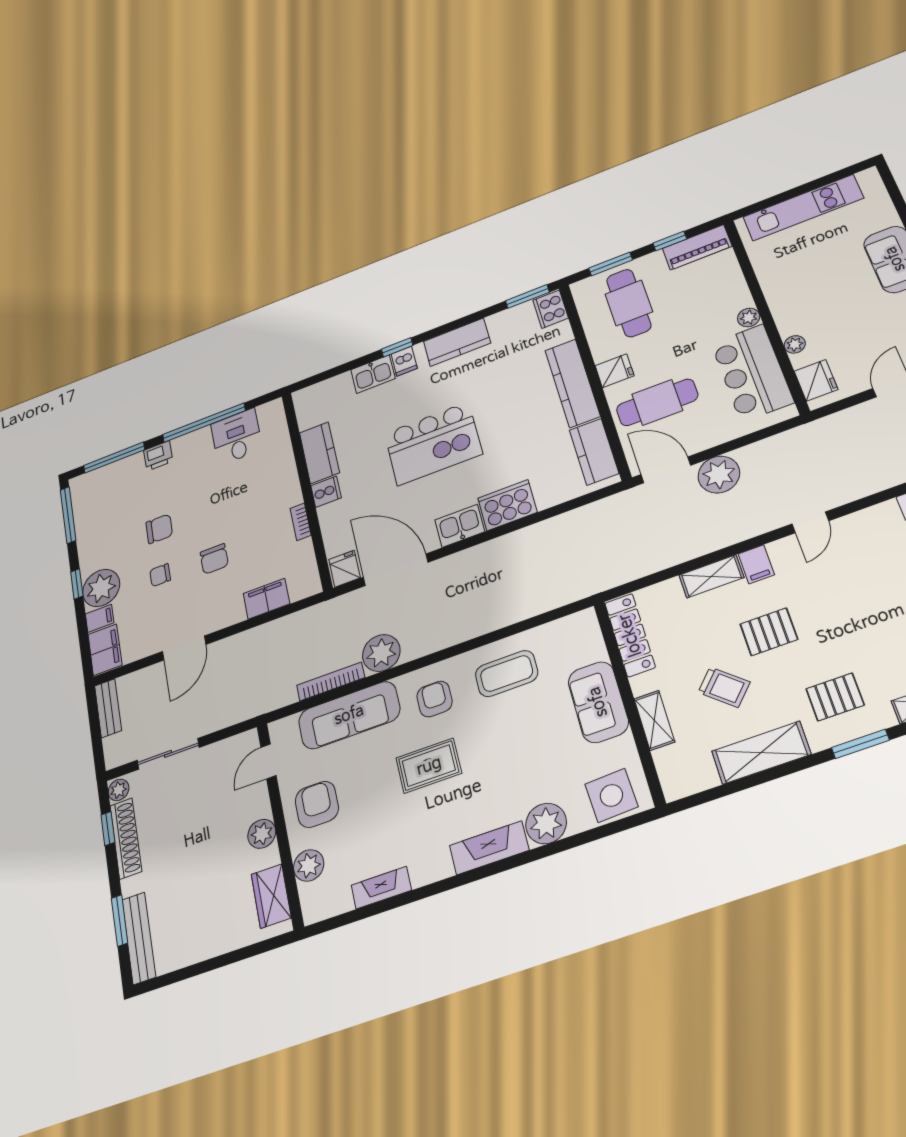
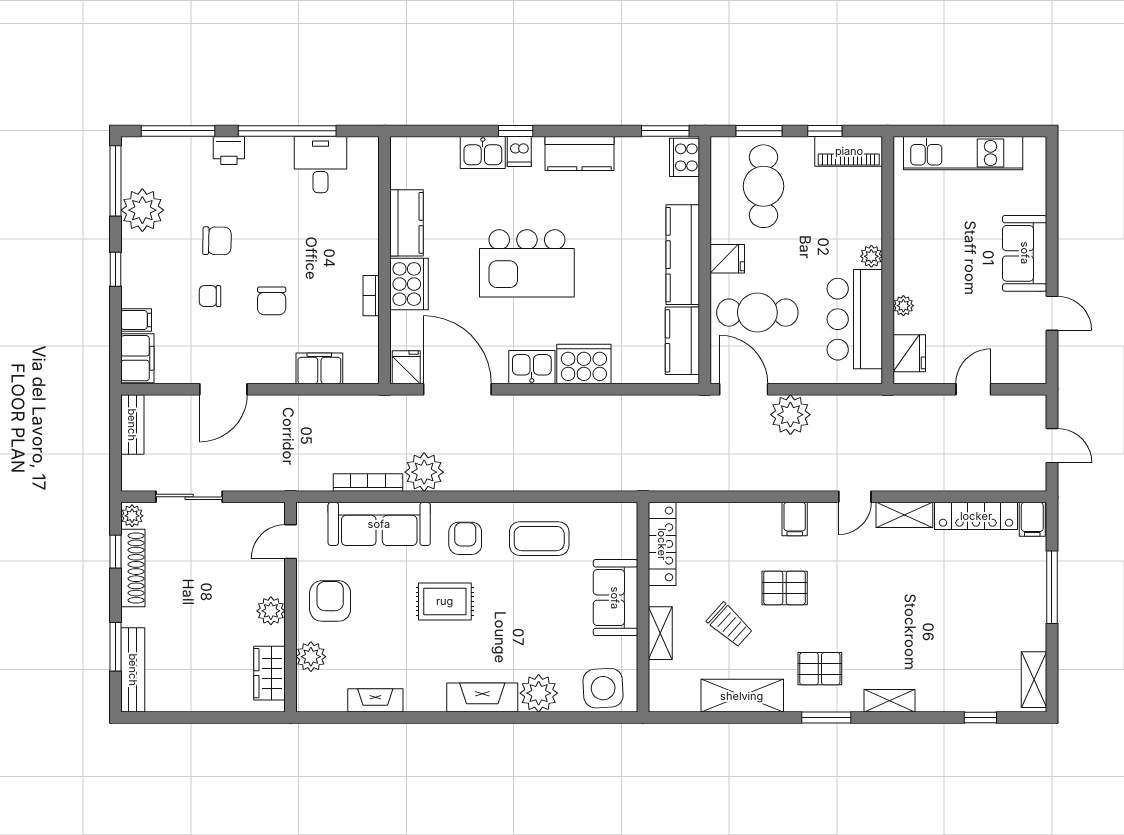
cooker: (326, 492) -> (409, 284), width x1.87, depth x1.31
shelving: (711, 576) -> (904, 515), moved
plant: (101, 588) -> (142, 210), moved

